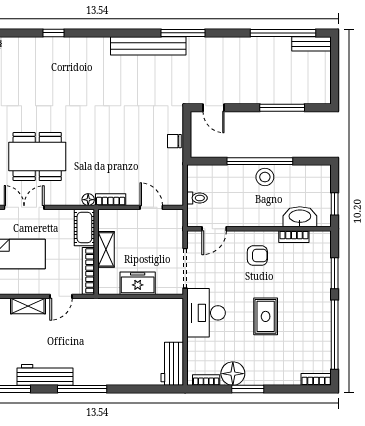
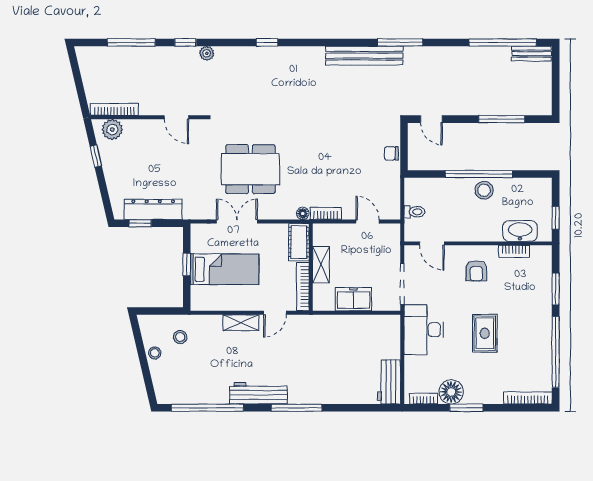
door: (214, 229) -> (432, 243), hinge flipped
armchair: (257, 256) -> (476, 271), turned 90
bookcase: (316, 379) -> (528, 398), width x1.56

